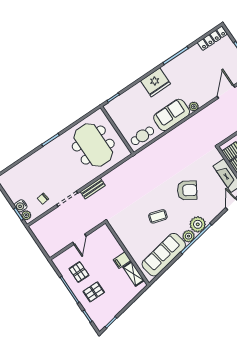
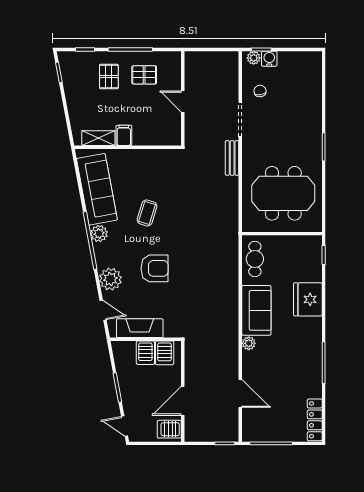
fridge: (156, 82) -> (308, 299), moved
armchair: (187, 190) -> (155, 268), turned -122
plant: (198, 224) -> (110, 279), moved

